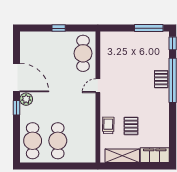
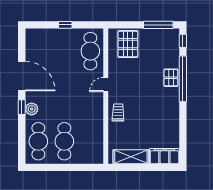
plant: (26, 99) -> (32, 109), moved
trolley: (108, 125) -> (118, 113), moved
pallet: (131, 126) -> (128, 44), moved, width x1.50, depth x1.42

